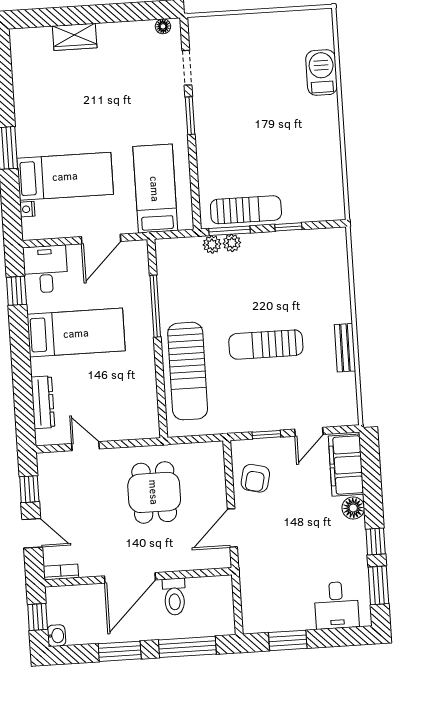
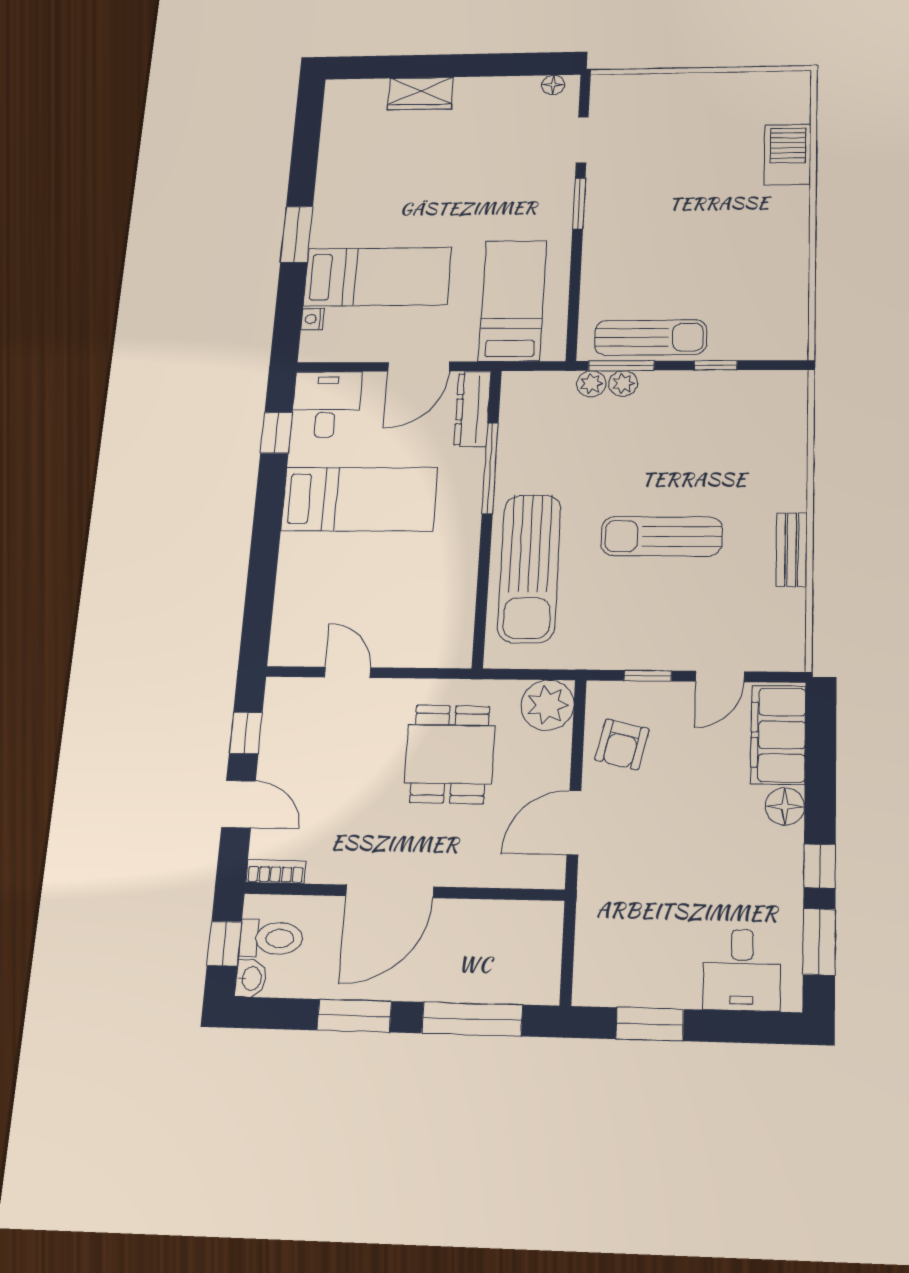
dresser: (43, 402) -> (472, 409), moved, turned 180
plant: (209, 457) -> (547, 705), added
toilet: (174, 597) -> (271, 938), moved, turned -90

